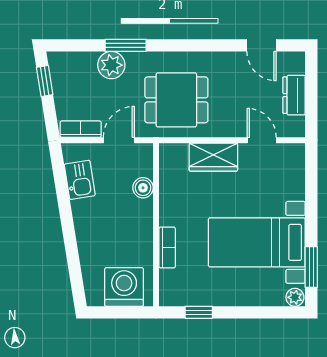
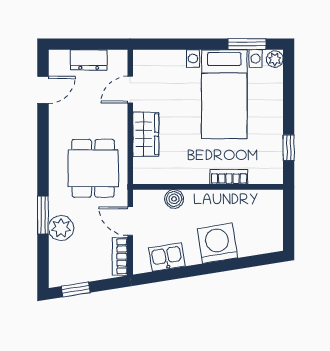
washing machine: (124, 287) -> (217, 243), moved, turned 81

